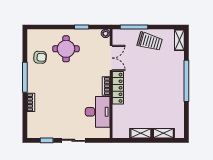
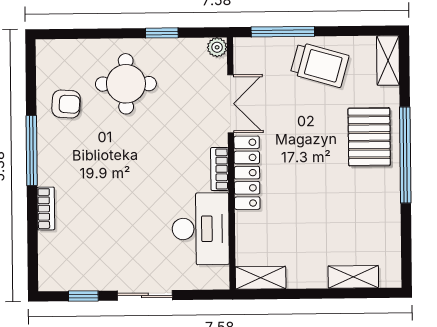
pallet: (171, 73) -> (369, 137), added
shelving: (141, 133) -> (261, 278), moved

